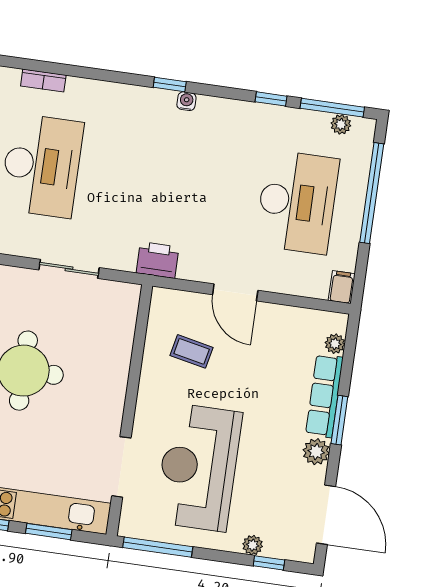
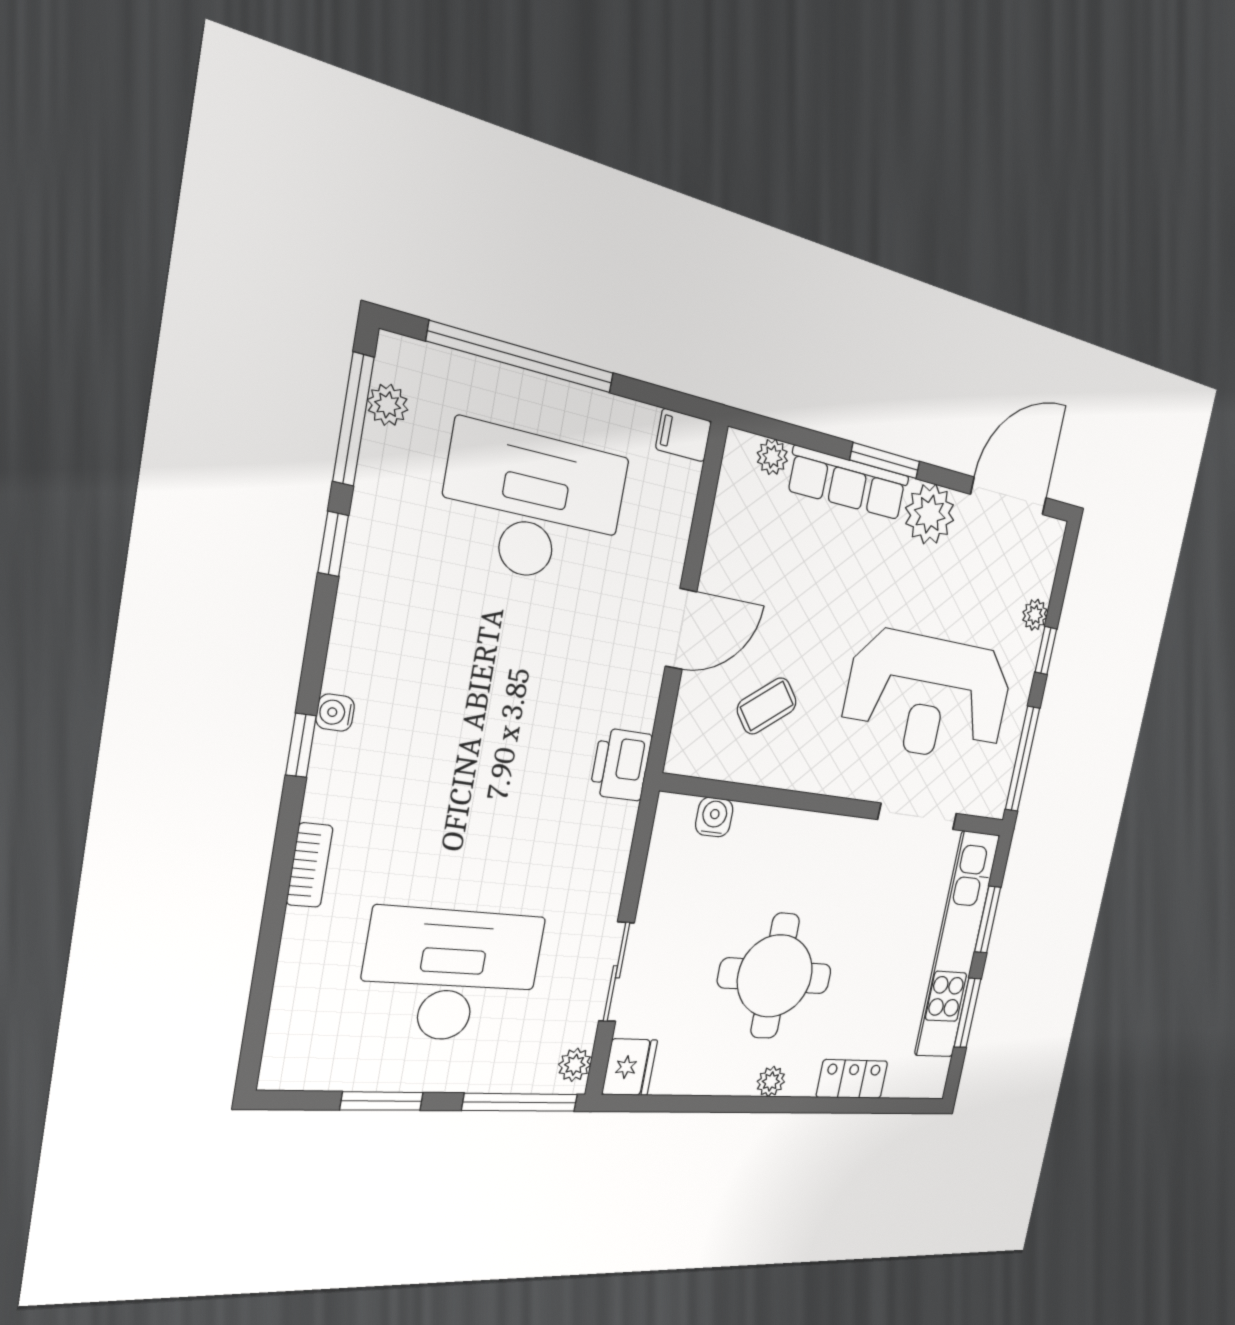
bookcase: (43, 80) -> (310, 865), moved
sliding door: (69, 269) -> (616, 972), moved
water cooler: (125, 321) -> (714, 817), added
coffee table: (192, 351) -> (767, 706), turned 40
plant: (316, 452) -> (930, 514), width x1.36, depth x1.36
window: (269, 563) -> (1046, 651), moved

